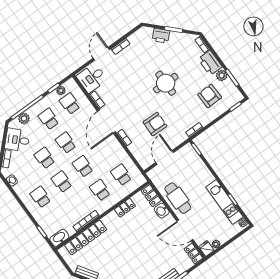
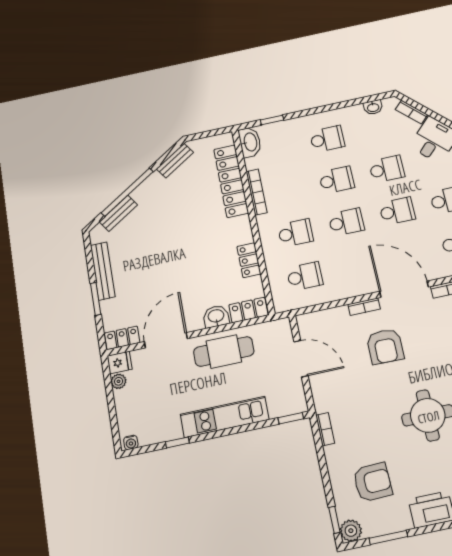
plant: (222, 75) -> (351, 531), moved
armchair: (155, 124) -> (385, 346), moved
kitchen unit: (224, 202) -> (225, 417), moved

